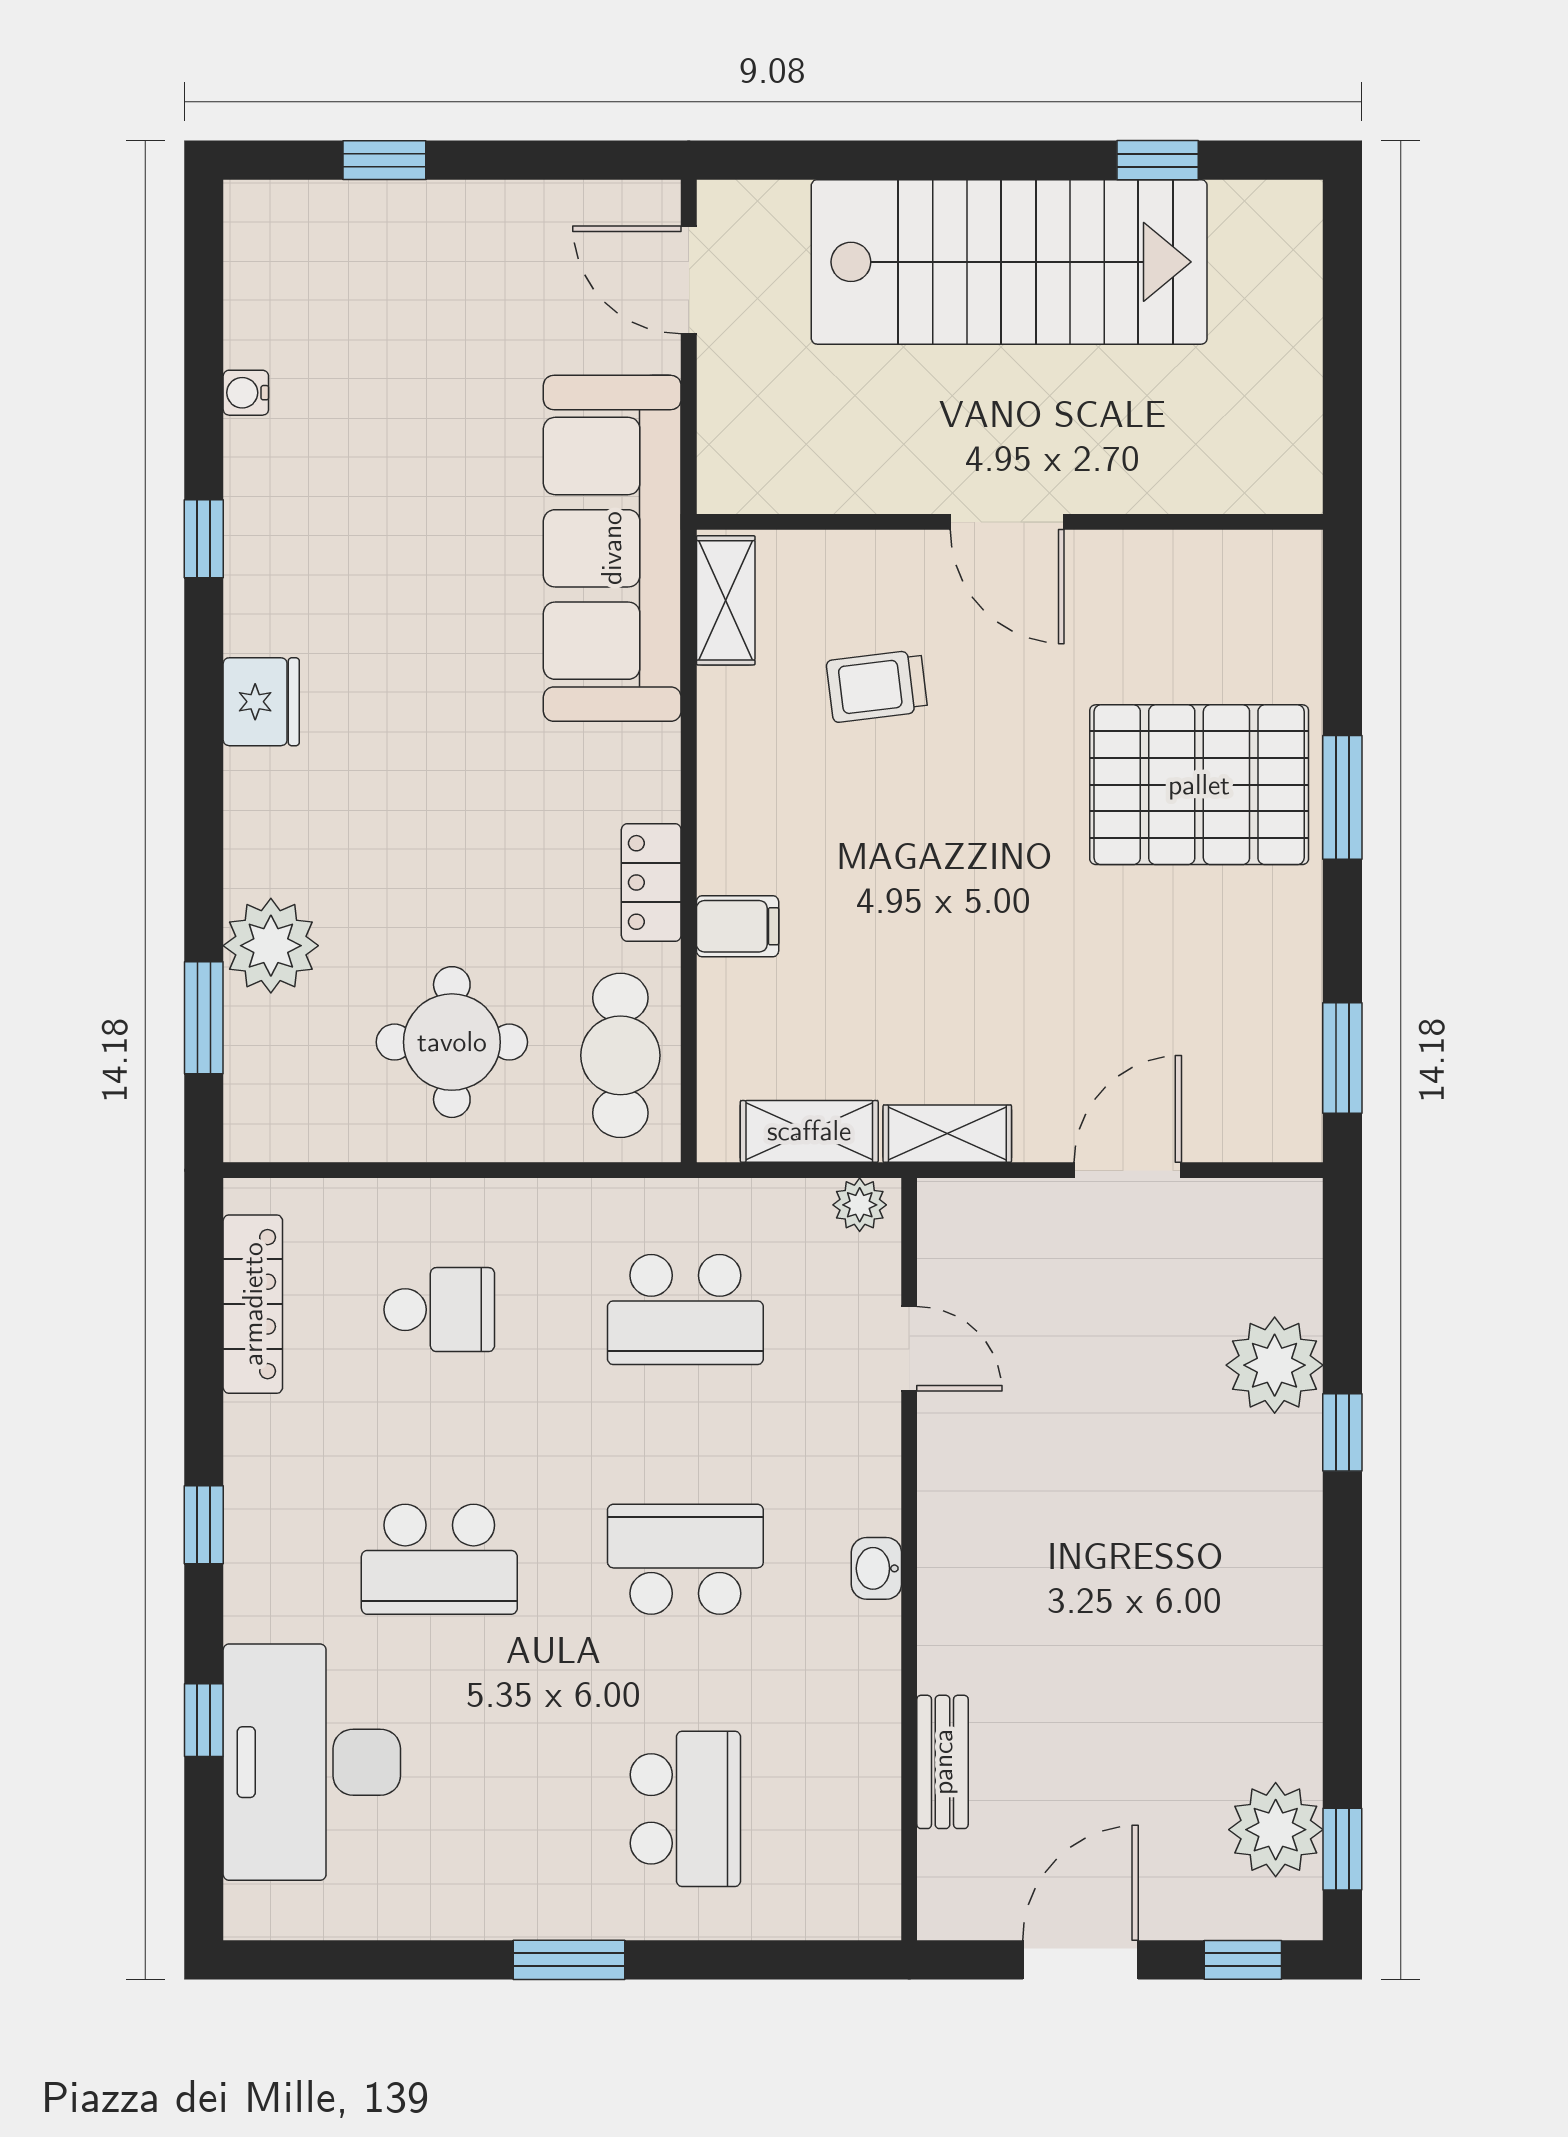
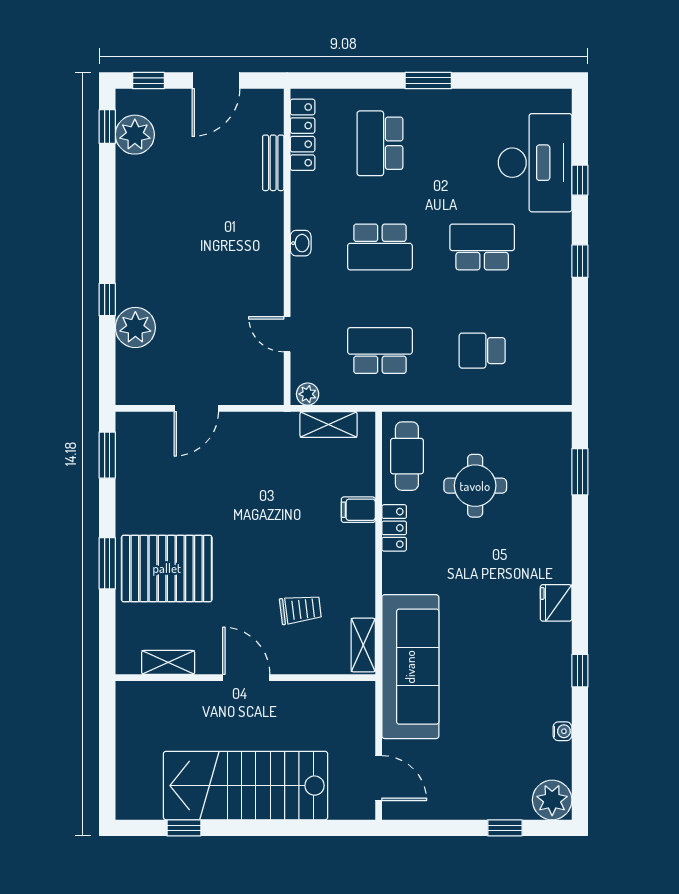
plant: (271, 946) -> (552, 800), moved
round table: (452, 1042) -> (475, 486), moved
shelving: (947, 1134) -> (168, 662), moved
locker: (253, 1304) -> (303, 135), moved, turned 180

